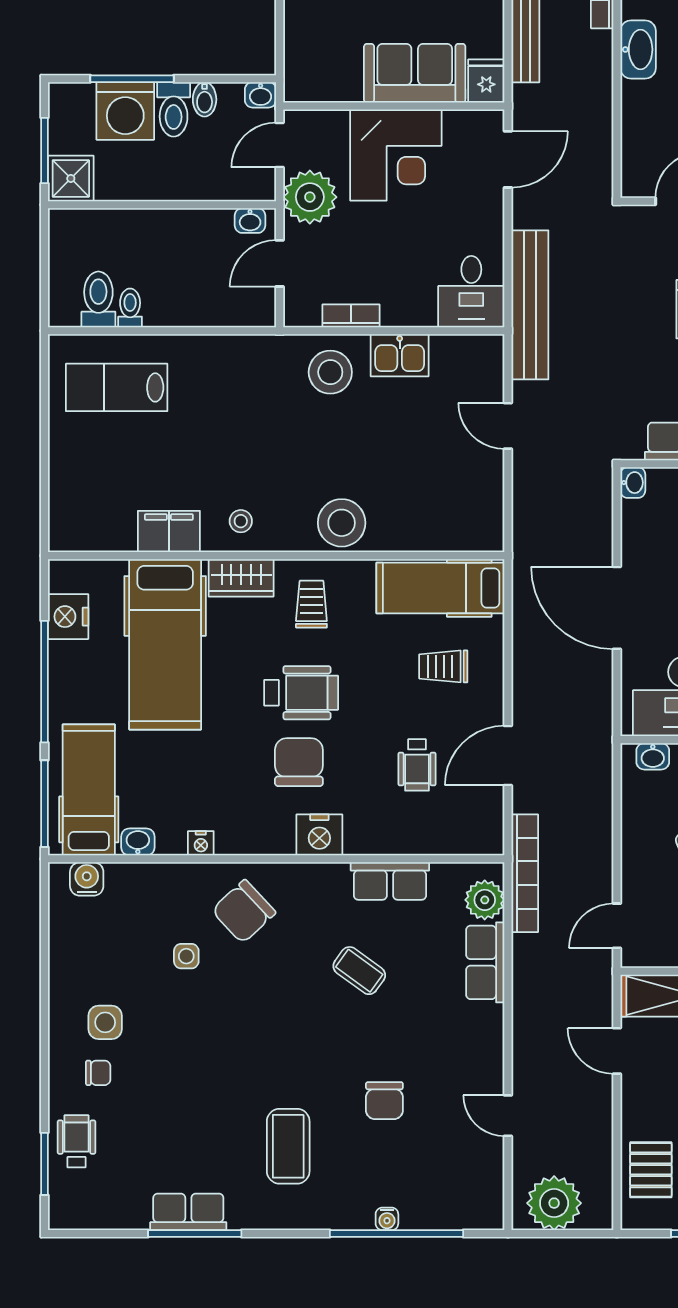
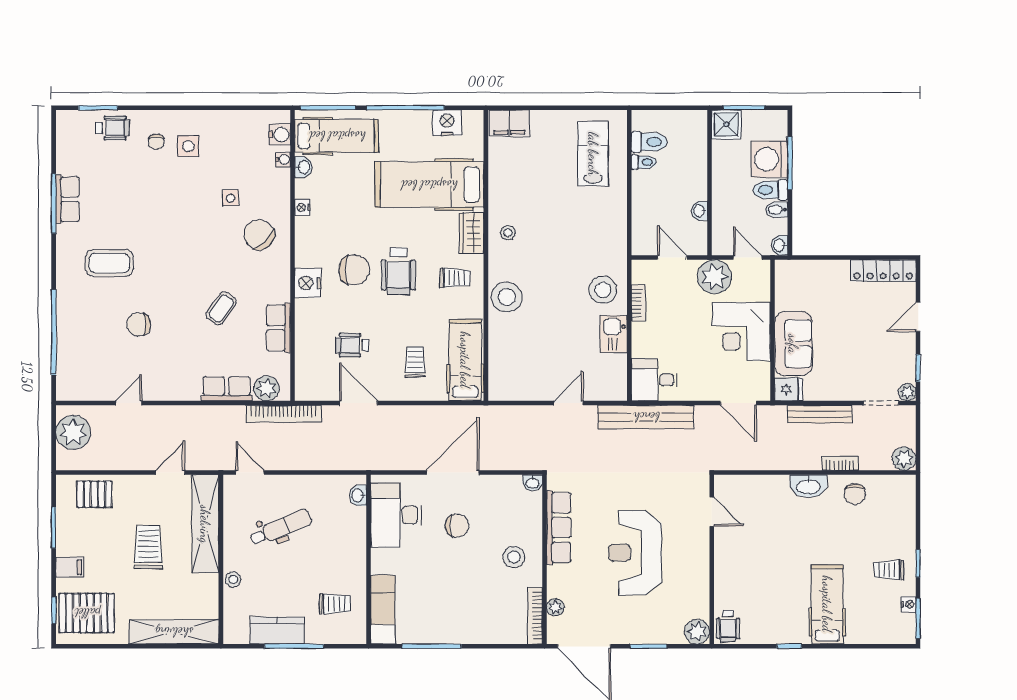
washbasin: (250, 221) -> (699, 211), moved
filing cabinet: (169, 532) -> (509, 123), moved, turned 90
water cooler: (387, 1219) -> (283, 160), moved, turned 180

